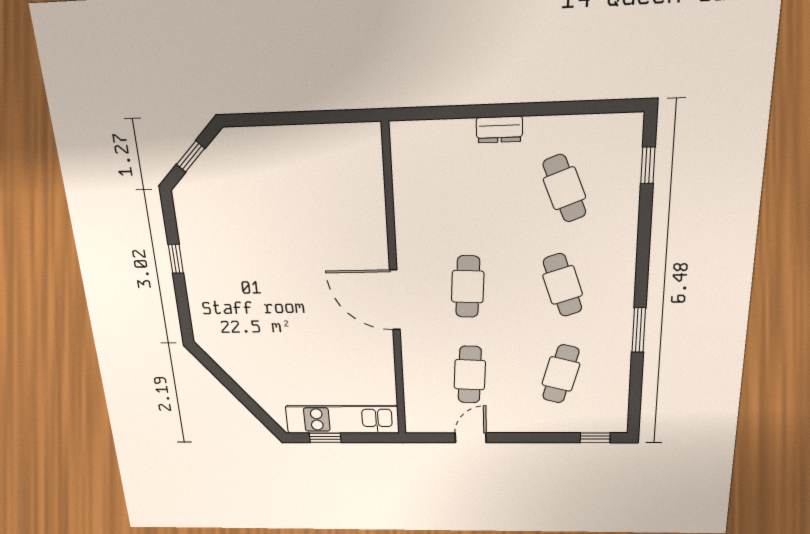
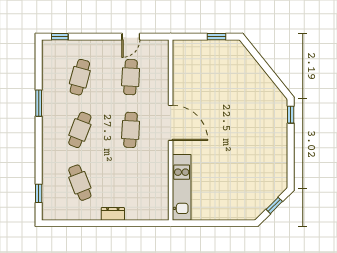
window: (176, 259) -> (291, 115), moved
cafe table: (563, 285) -> (80, 130), turned 39
kitchen unit: (342, 419) -> (182, 187), moved, turned -90

